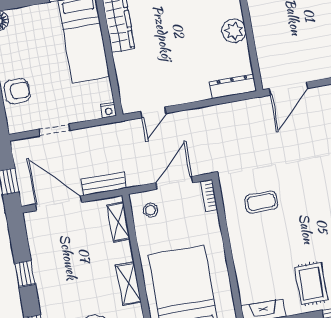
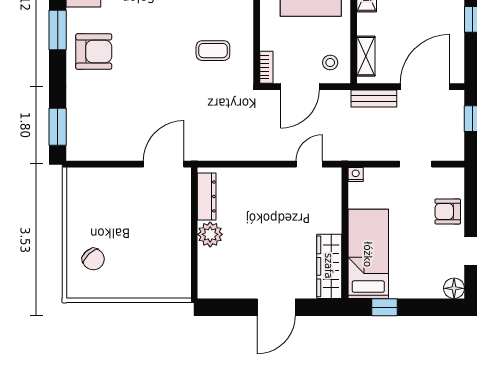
dresser: (233, 86) -> (207, 196), moved, turned -90
door: (59, 203) -> (425, 87), swing flipped

